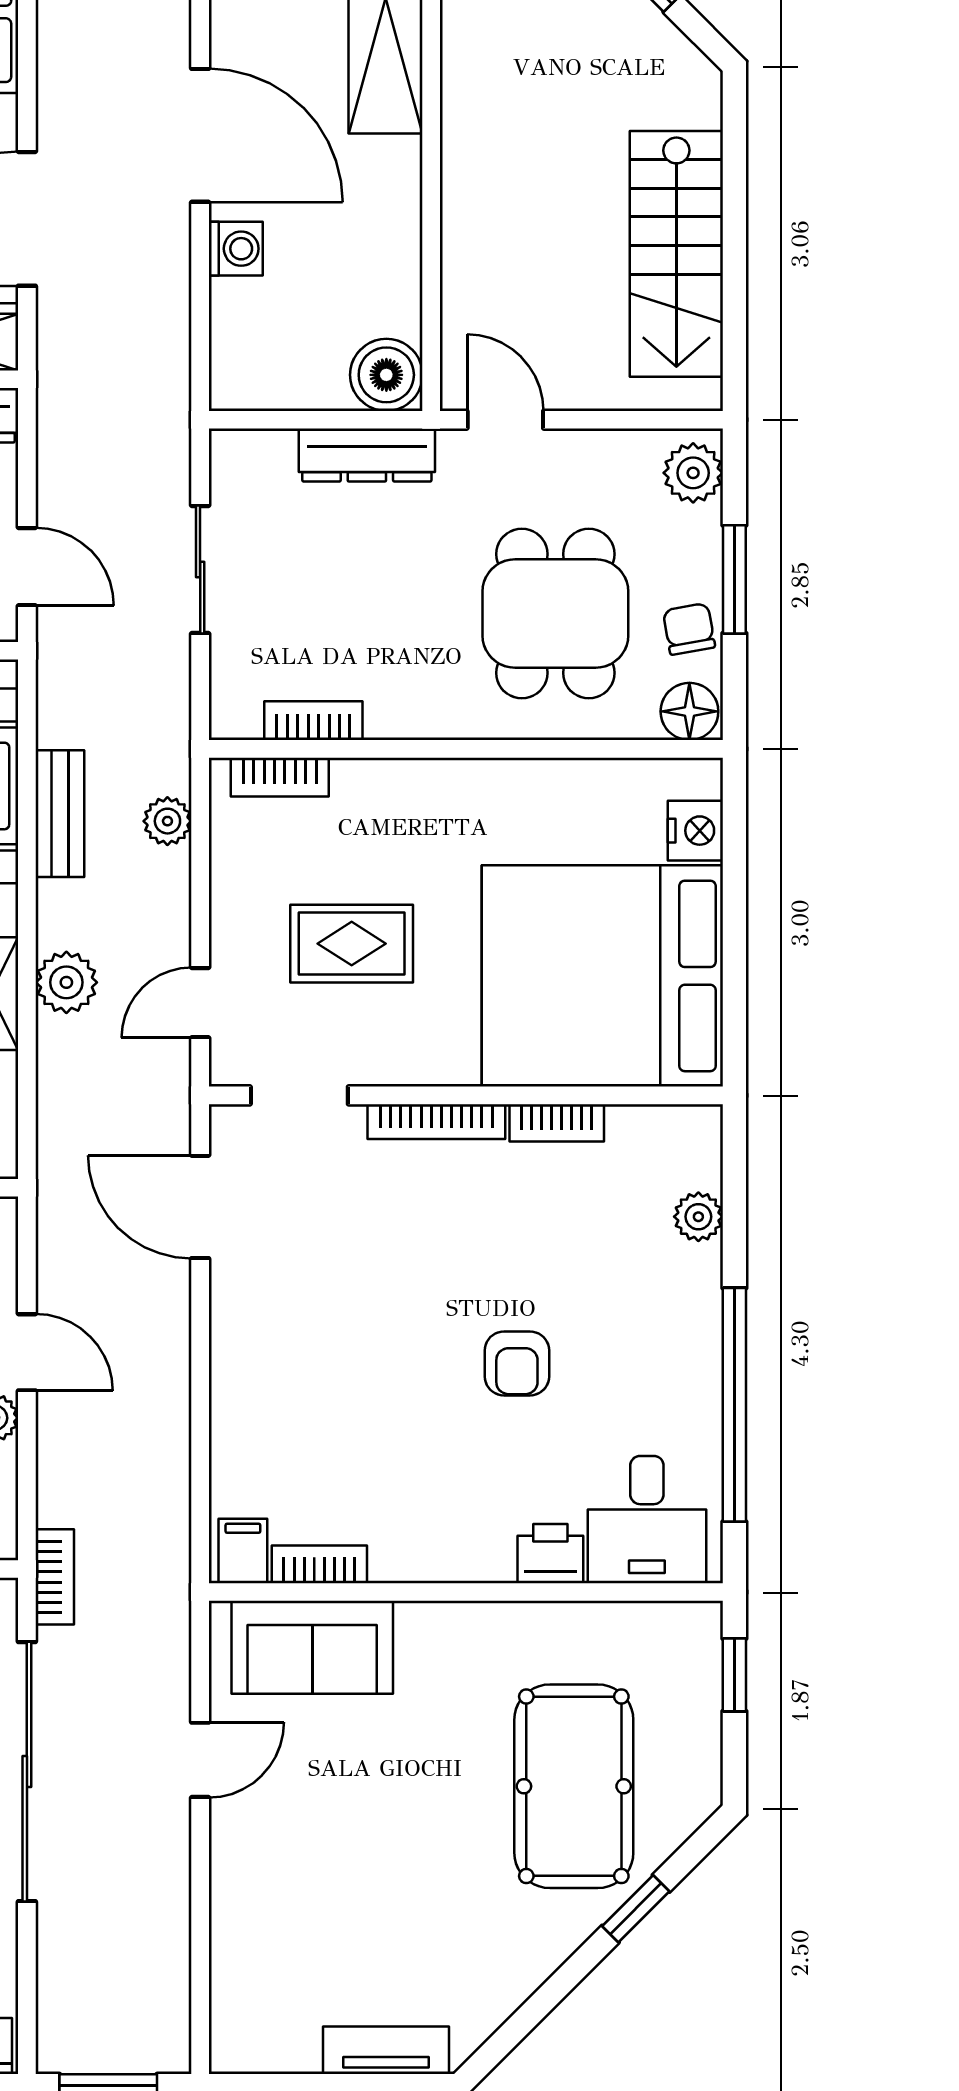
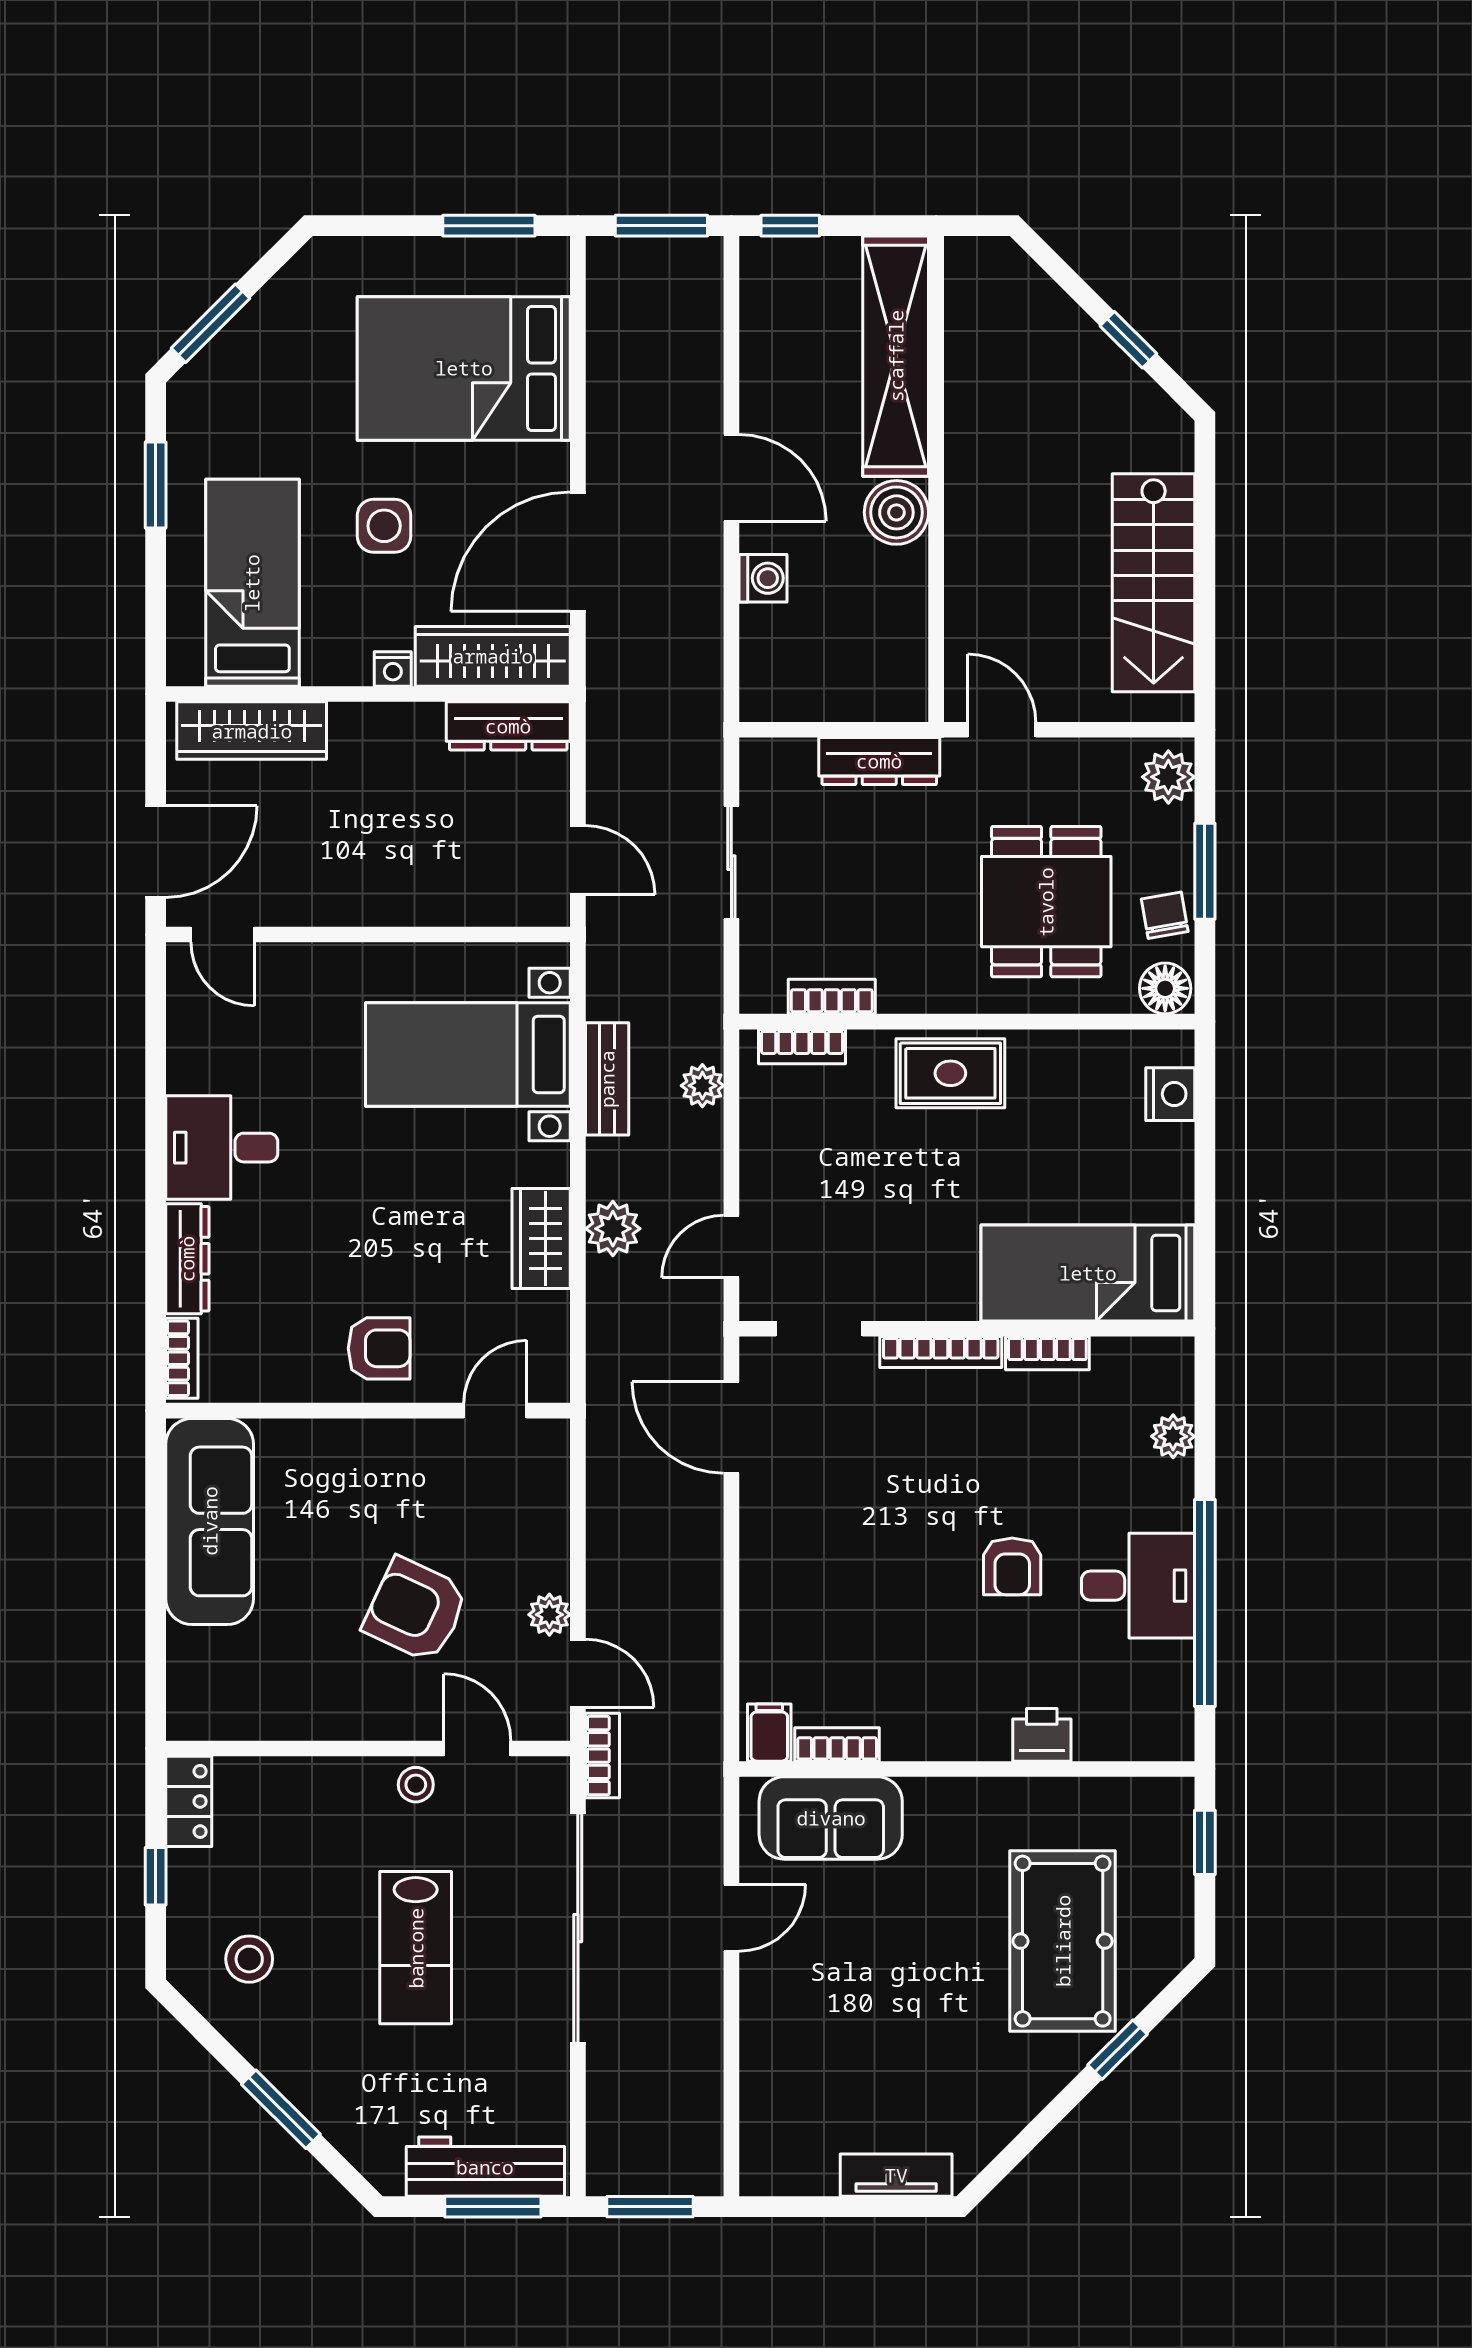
door: (200, 135) -> (731, 478), width x0.73
boiler: (386, 375) -> (896, 512), moved
rug: (352, 944) -> (950, 1073), moved
bed: (602, 976) -> (1088, 1273), width x0.49
door: (27, 1352) -> (578, 1673), moved
desk: (647, 1520) -> (1138, 1586), moved, turned -90

